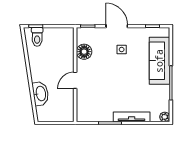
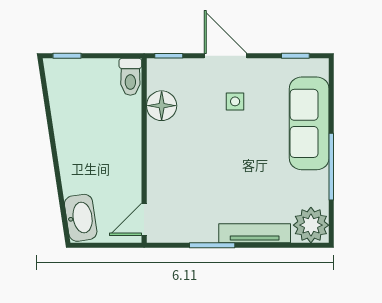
toilet: (37, 37) -> (130, 77), moved
door: (75, 80) -> (144, 219), moved
washbasin: (40, 94) -> (81, 218), moved
plant: (165, 117) -> (311, 225), width x1.88, depth x1.88

